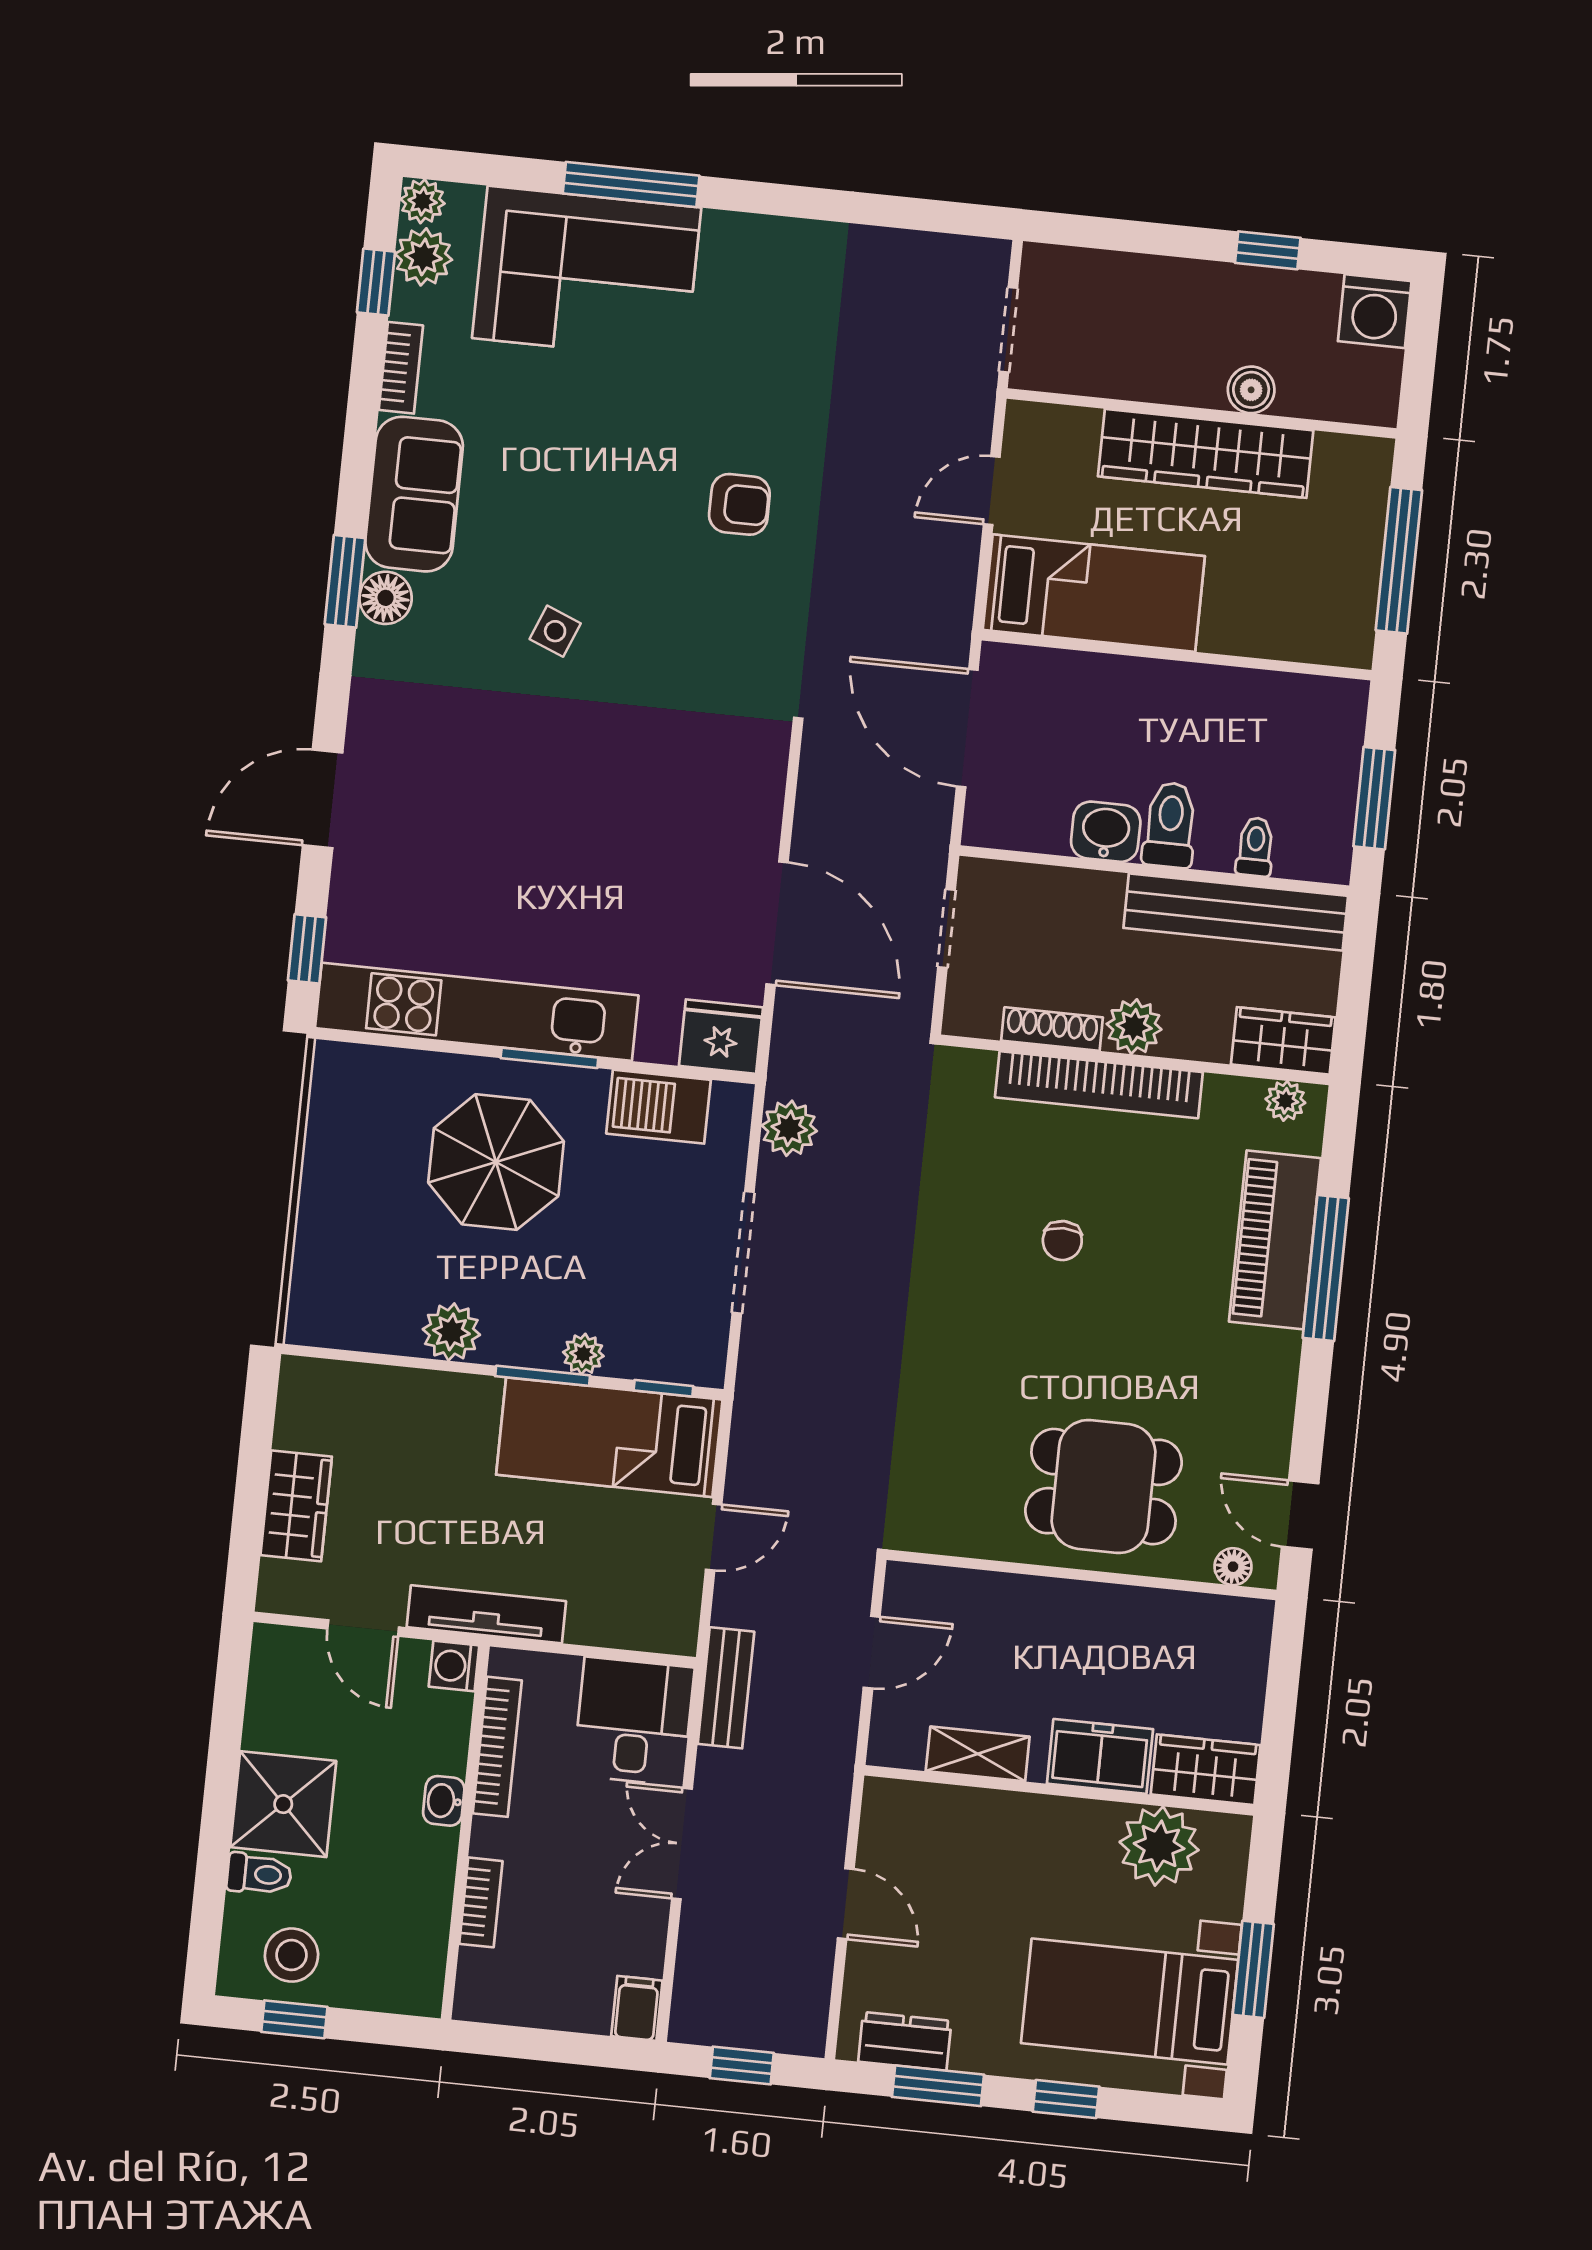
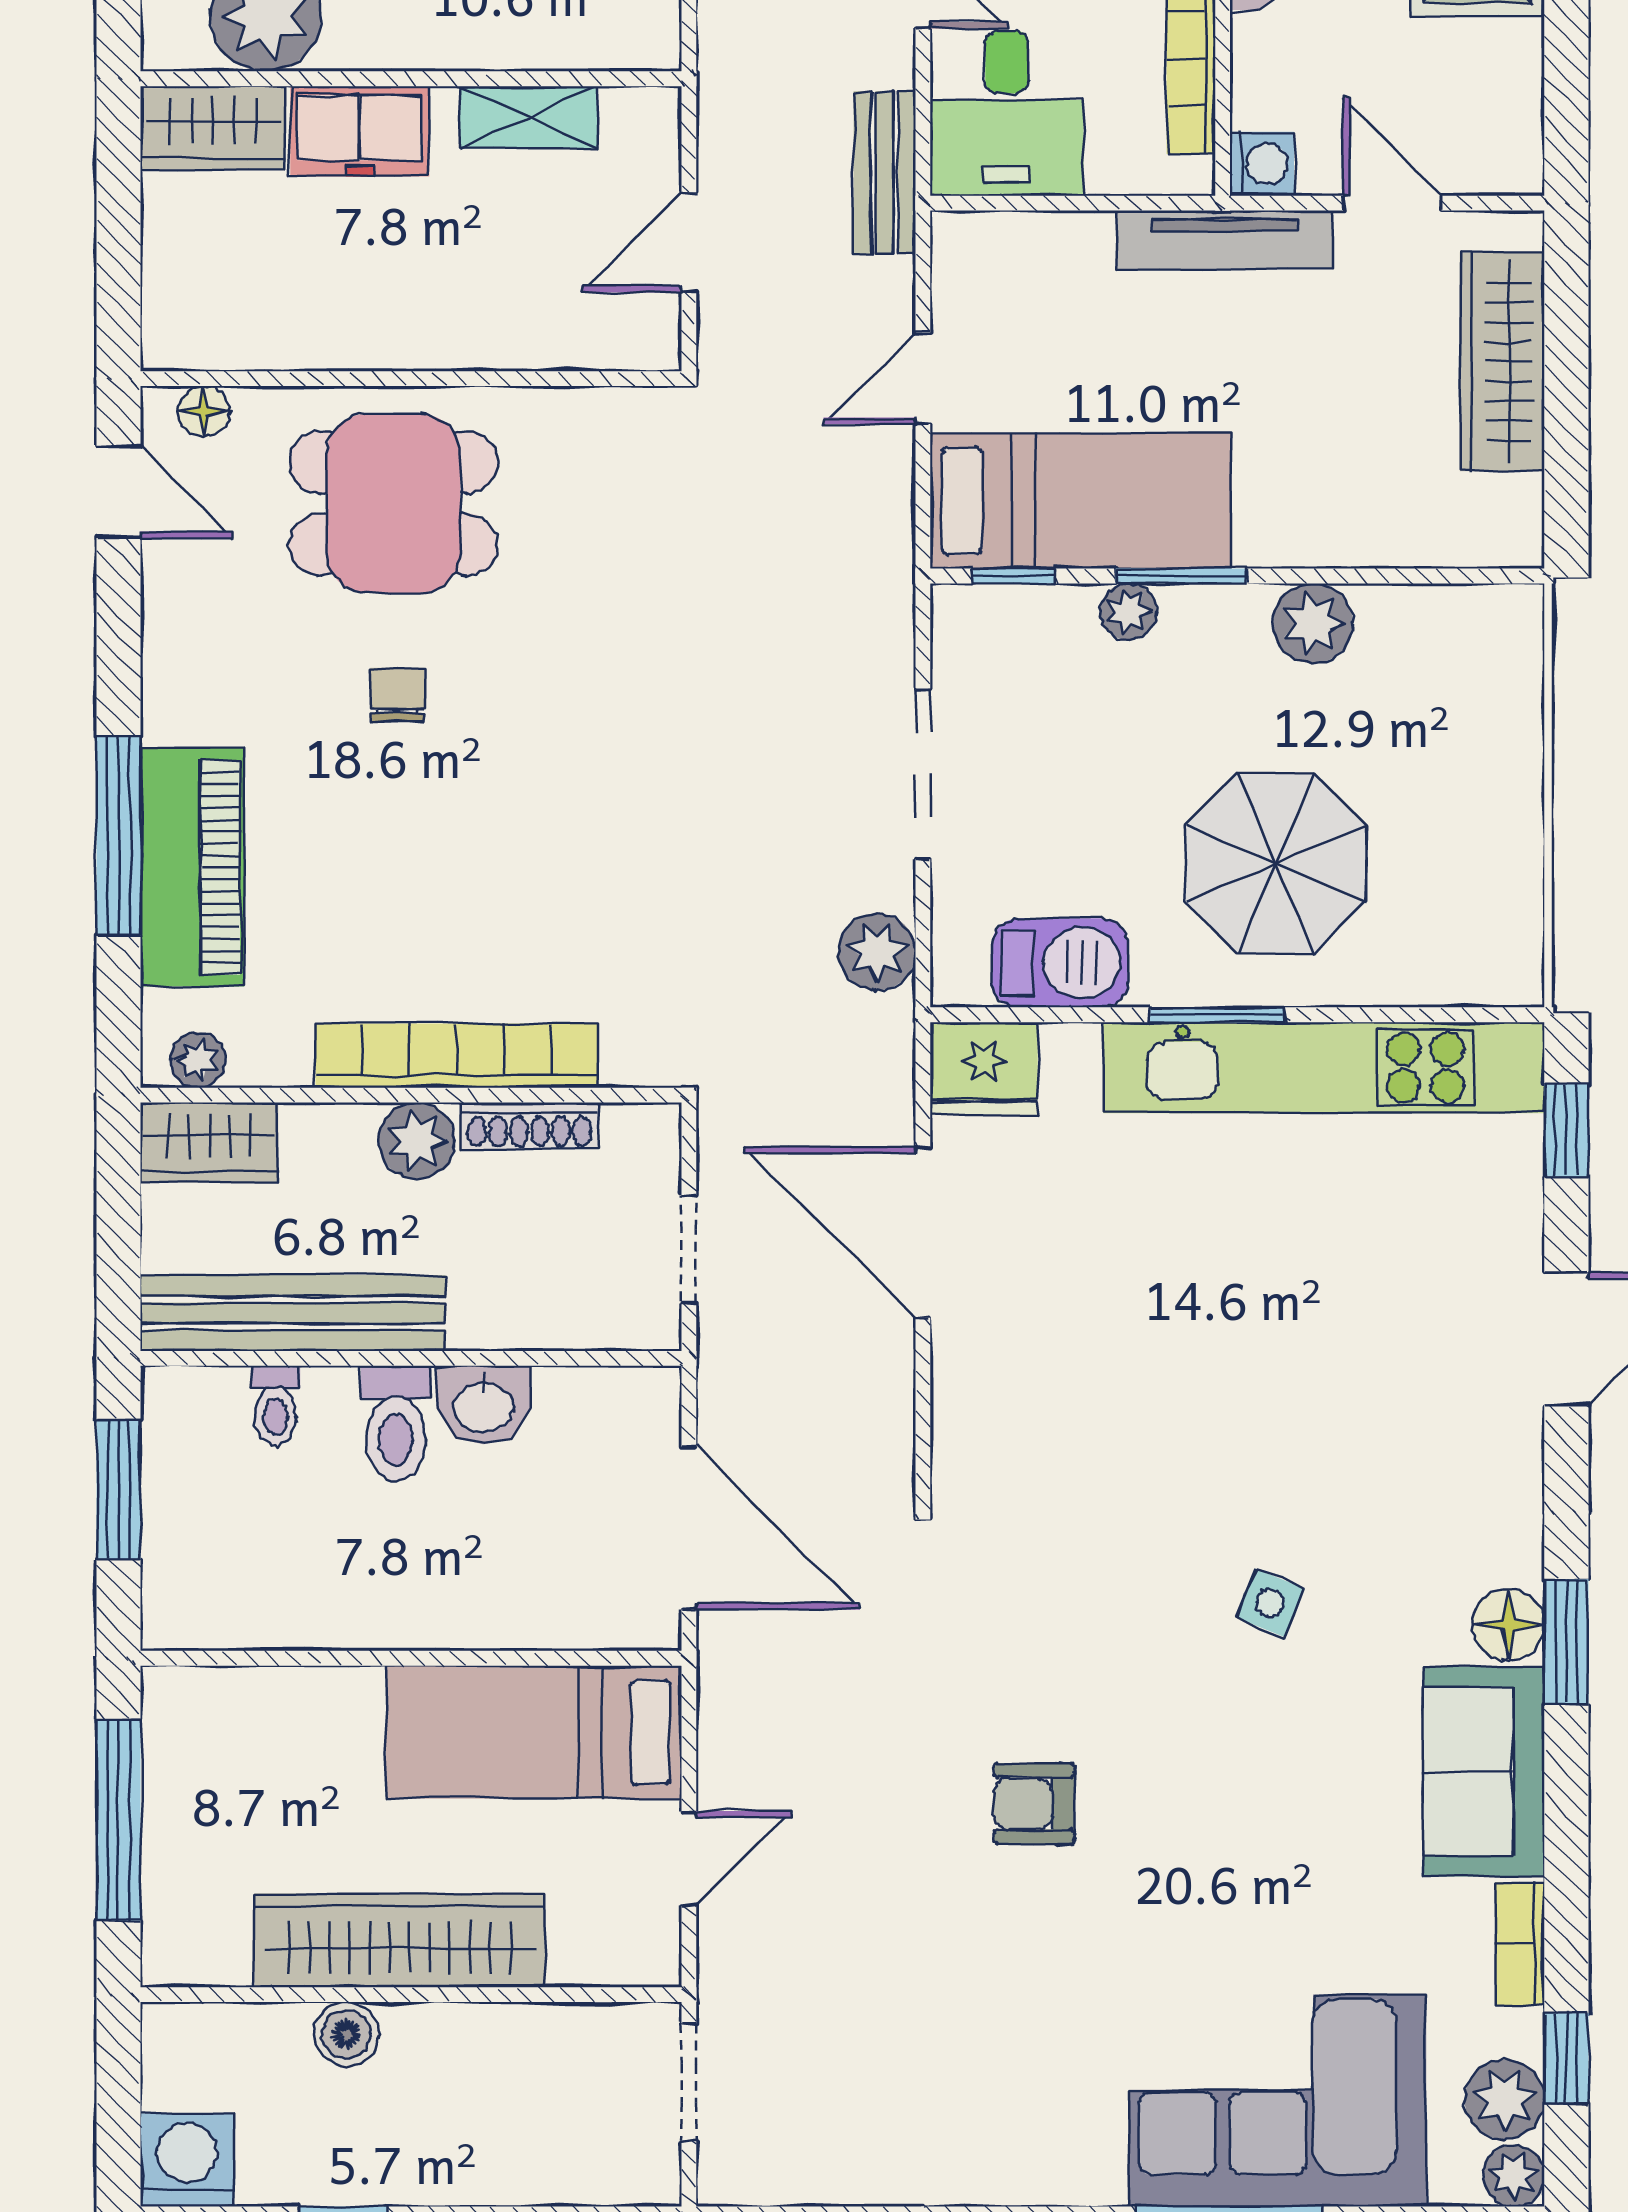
chair: (1062, 1241) -> (397, 695), moved
wardrobe: (296, 1506) -> (1502, 362), width x1.50

